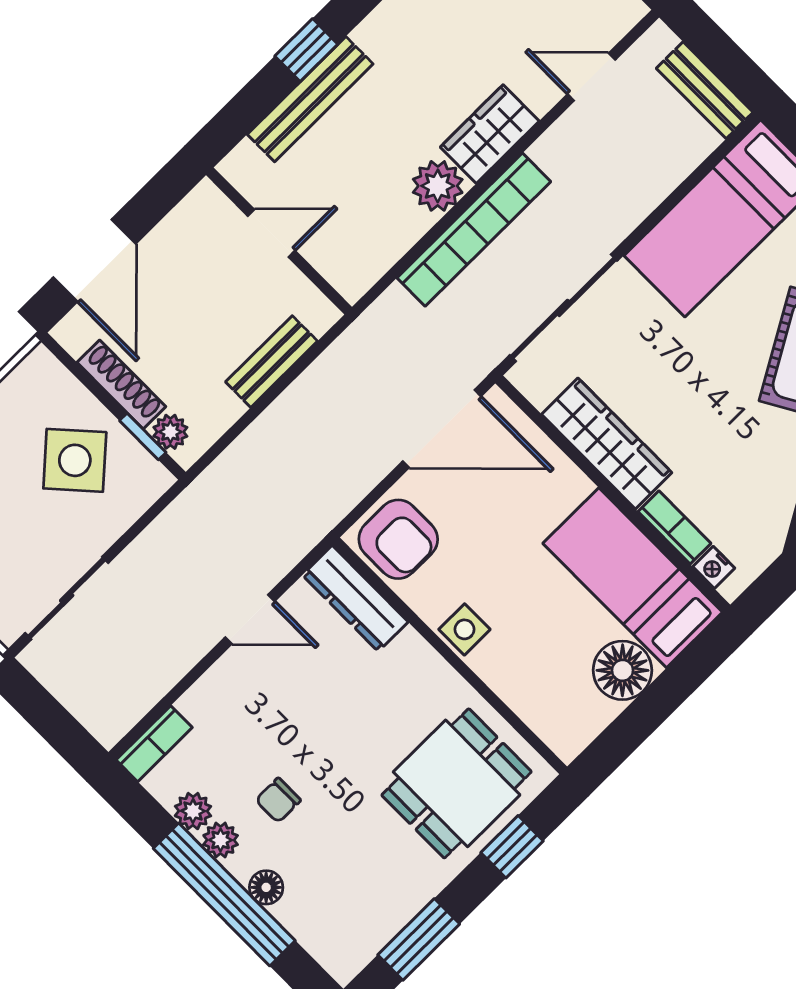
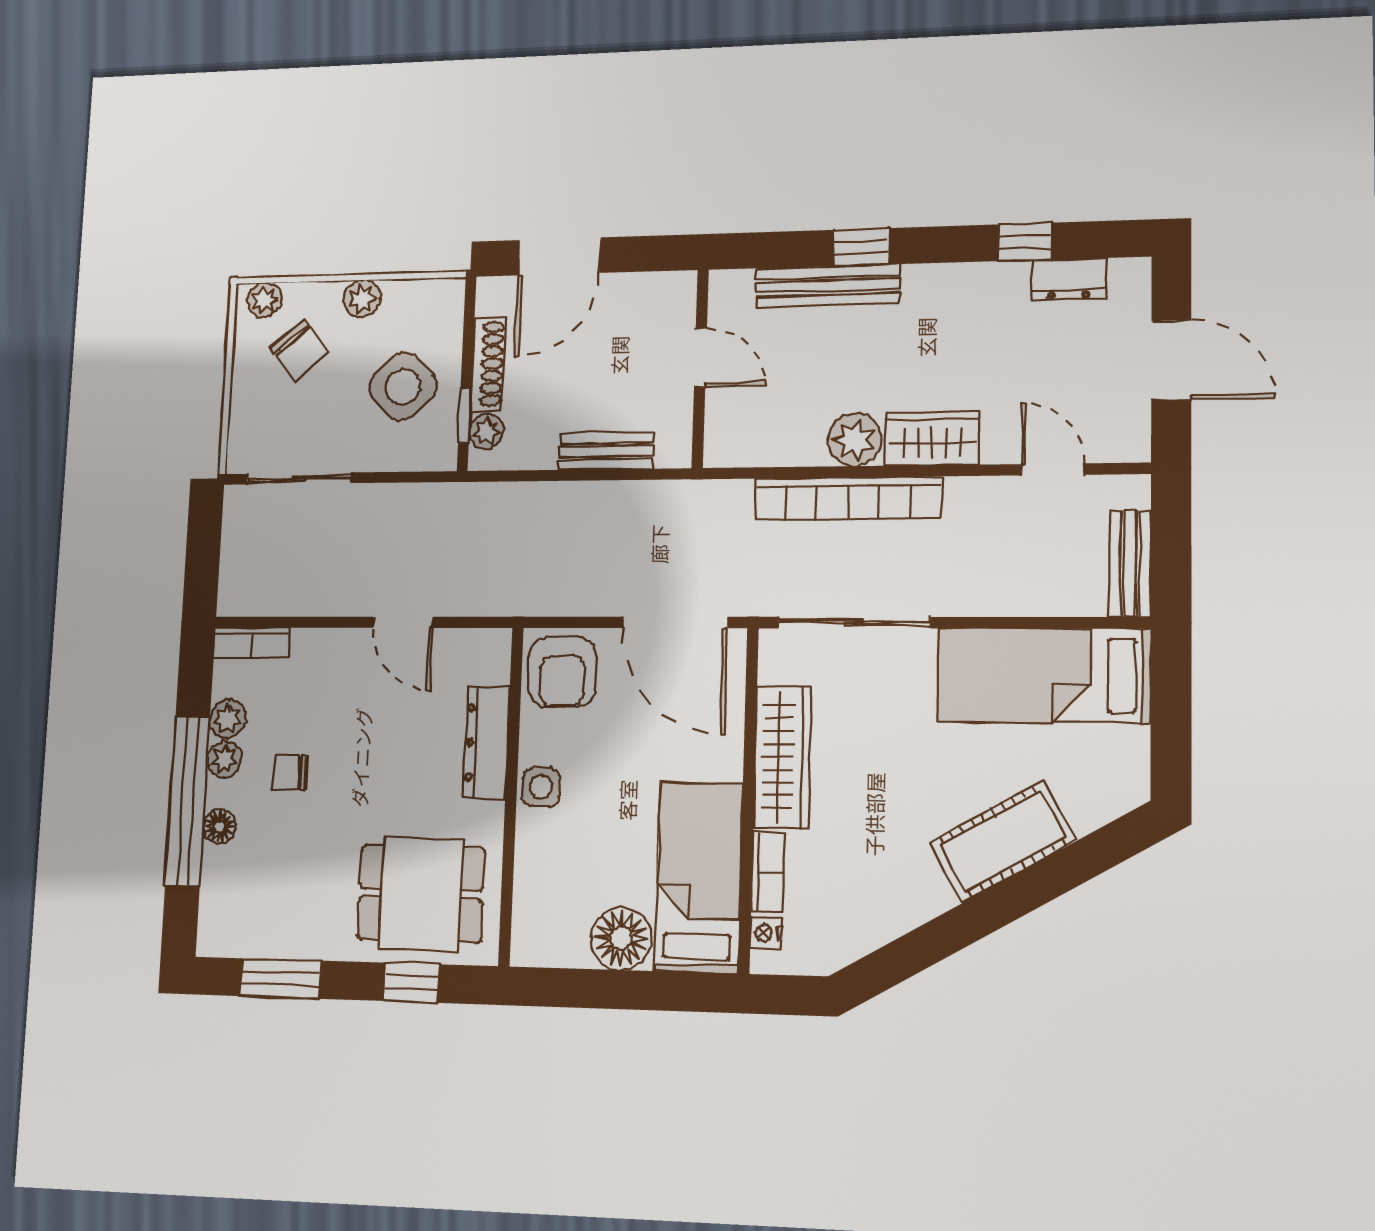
dresser: (355, 598) -> (486, 742), moved

